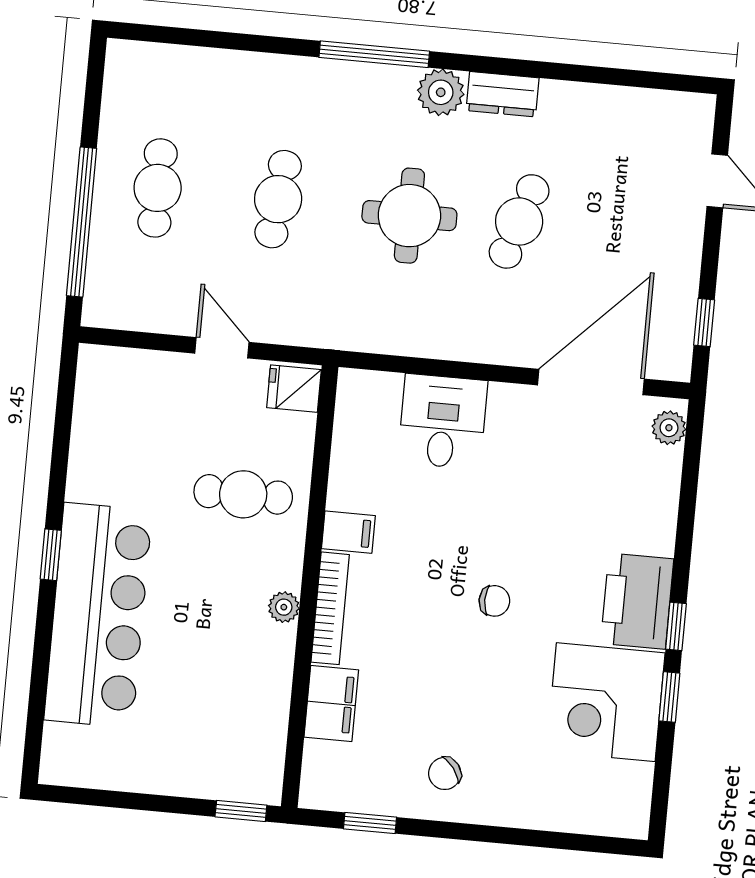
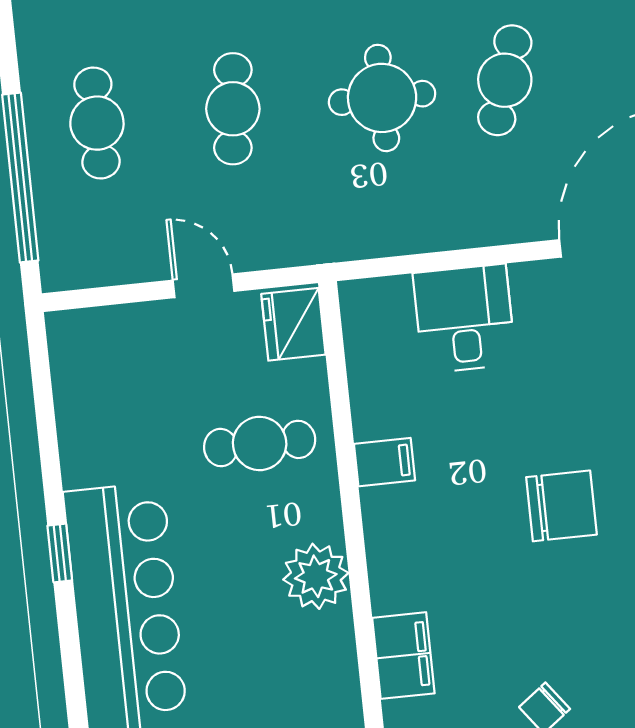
fridge: (294, 389) -> (293, 324), width x1.38
chair: (494, 601) -> (561, 506), width x1.87, depth x1.87
plant: (284, 607) -> (316, 576), width x1.88, depth x1.88
bookcase: (330, 608) -> (381, 550), removed

